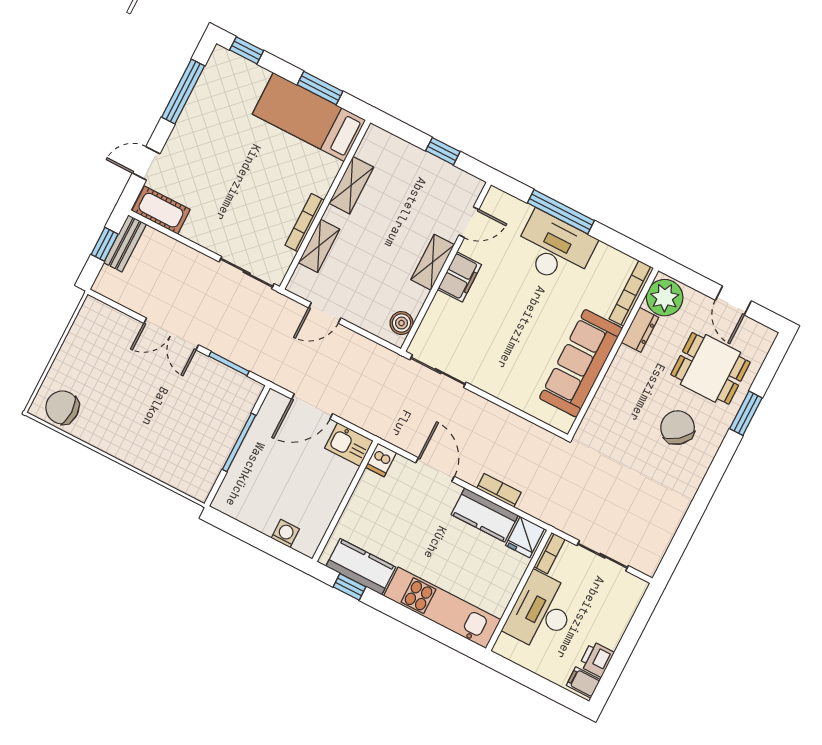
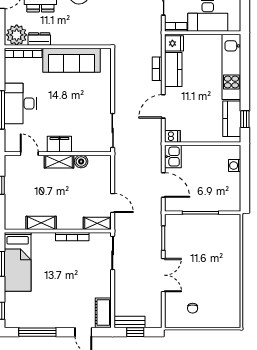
shelving: (319, 246) -> (97, 223), moved
boiler: (401, 323) -> (81, 162), moved
chair: (62, 407) -> (193, 308), moved, width x0.54, depth x0.54

